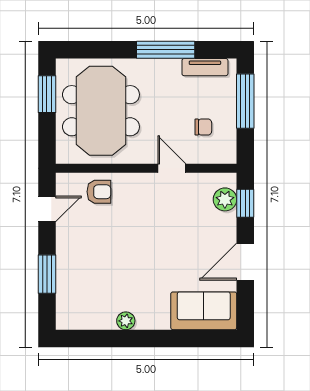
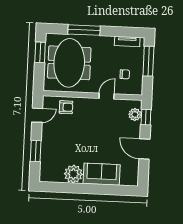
window: (166, 50) -> (84, 30), moved
door: (172, 168) -> (107, 96), hinge flipped
door: (245, 262) -> (144, 149), hinge flipped
sofa: (204, 311) -> (102, 174), moved
plant: (126, 321) -> (73, 174), width x1.88, depth x1.88

